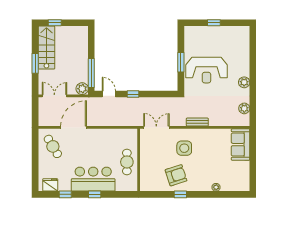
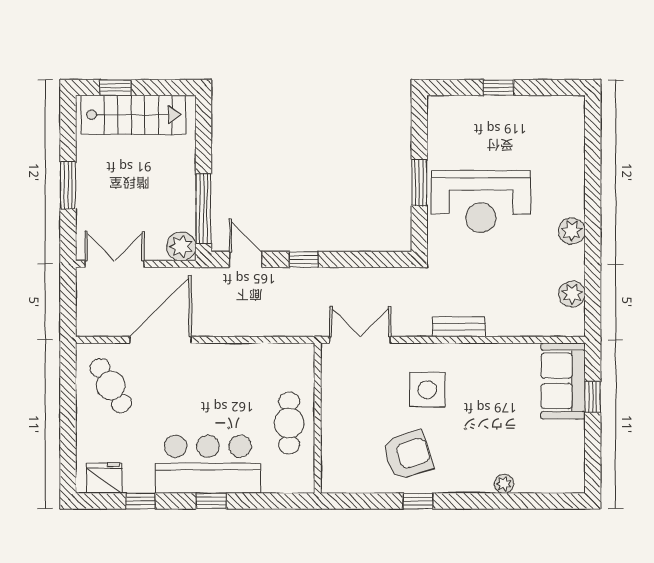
stairs: (46, 48) -> (133, 115), moved, turned 90
window: (253, 151) -> (593, 397), added

